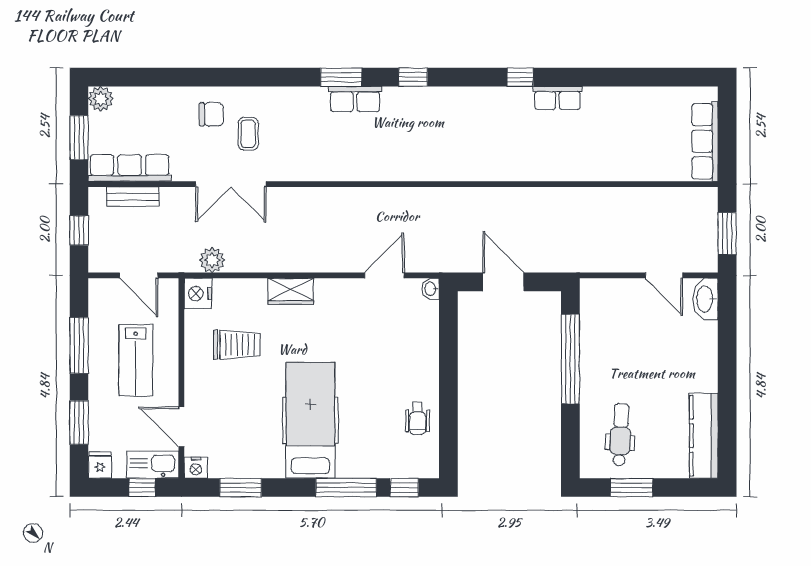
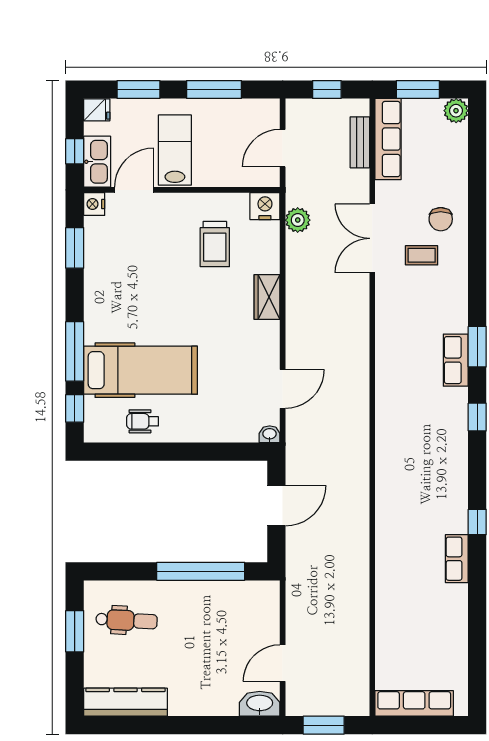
door: (384, 275) -> (283, 389), hinge flipped
lab bench: (136, 360) -> (175, 150), moved, turned 90
hospital bed: (310, 420) -> (141, 370), moved

